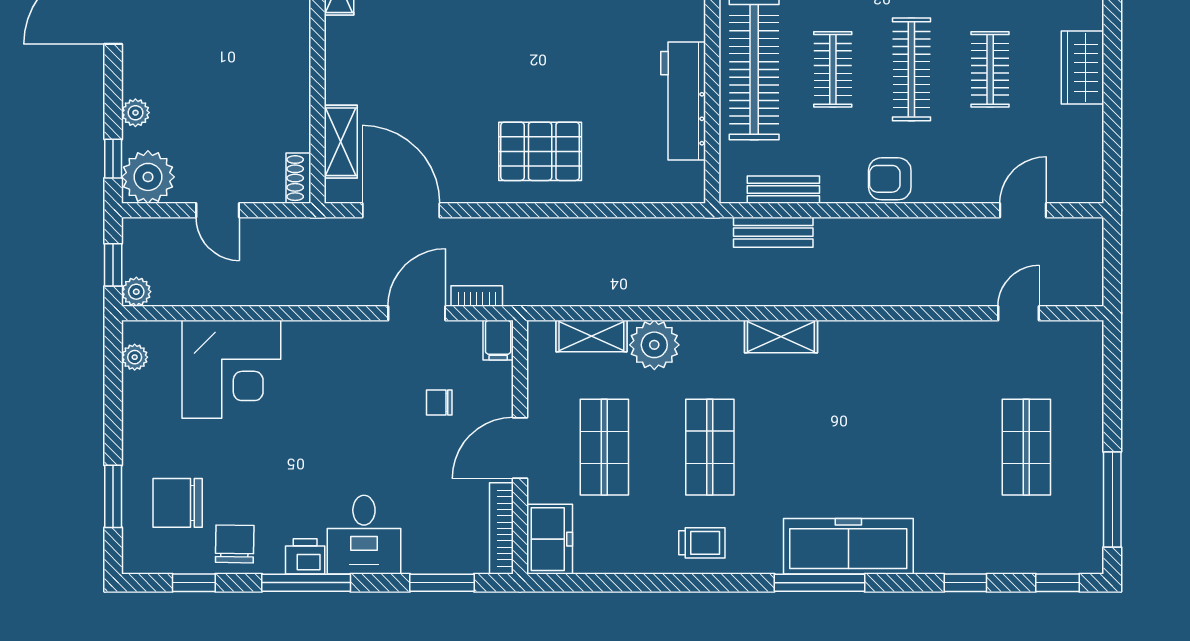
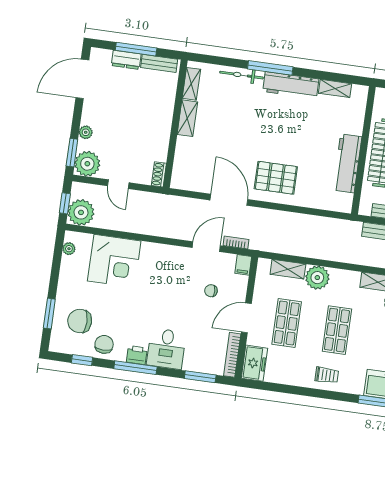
shelving: (341, 142) -> (187, 118), moved
window: (113, 159) -> (72, 153), width x1.50
door: (401, 210) -> (229, 200), moved
plant: (136, 292) -> (81, 212), width x1.87, depth x1.87

